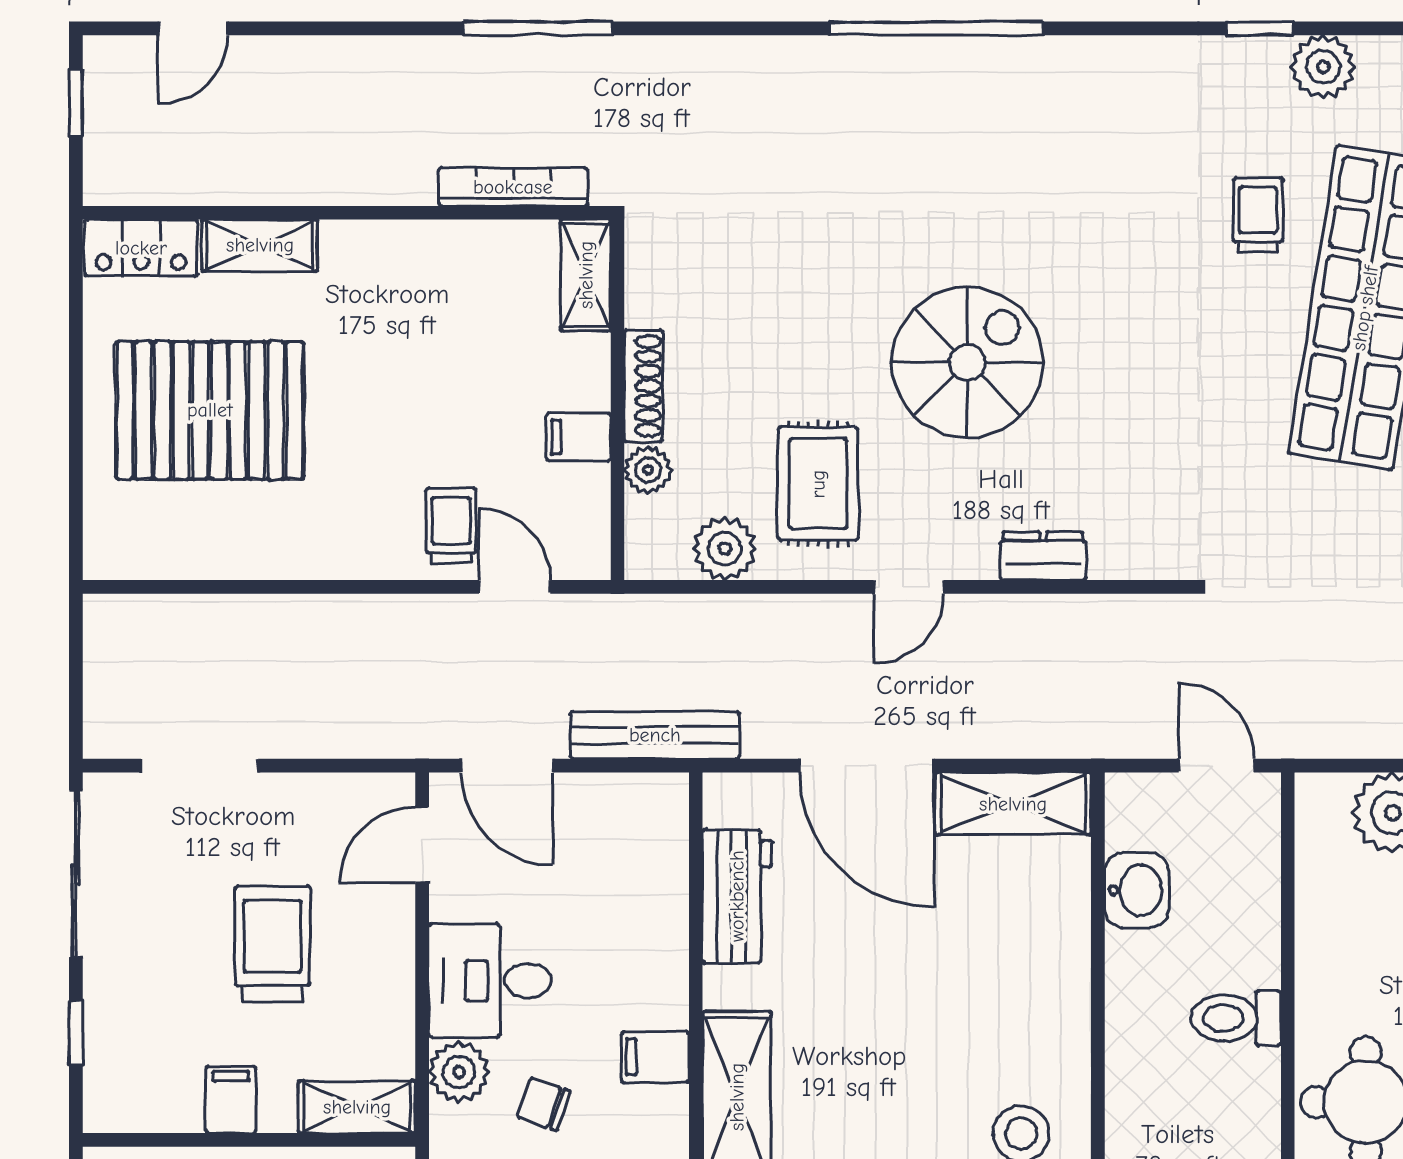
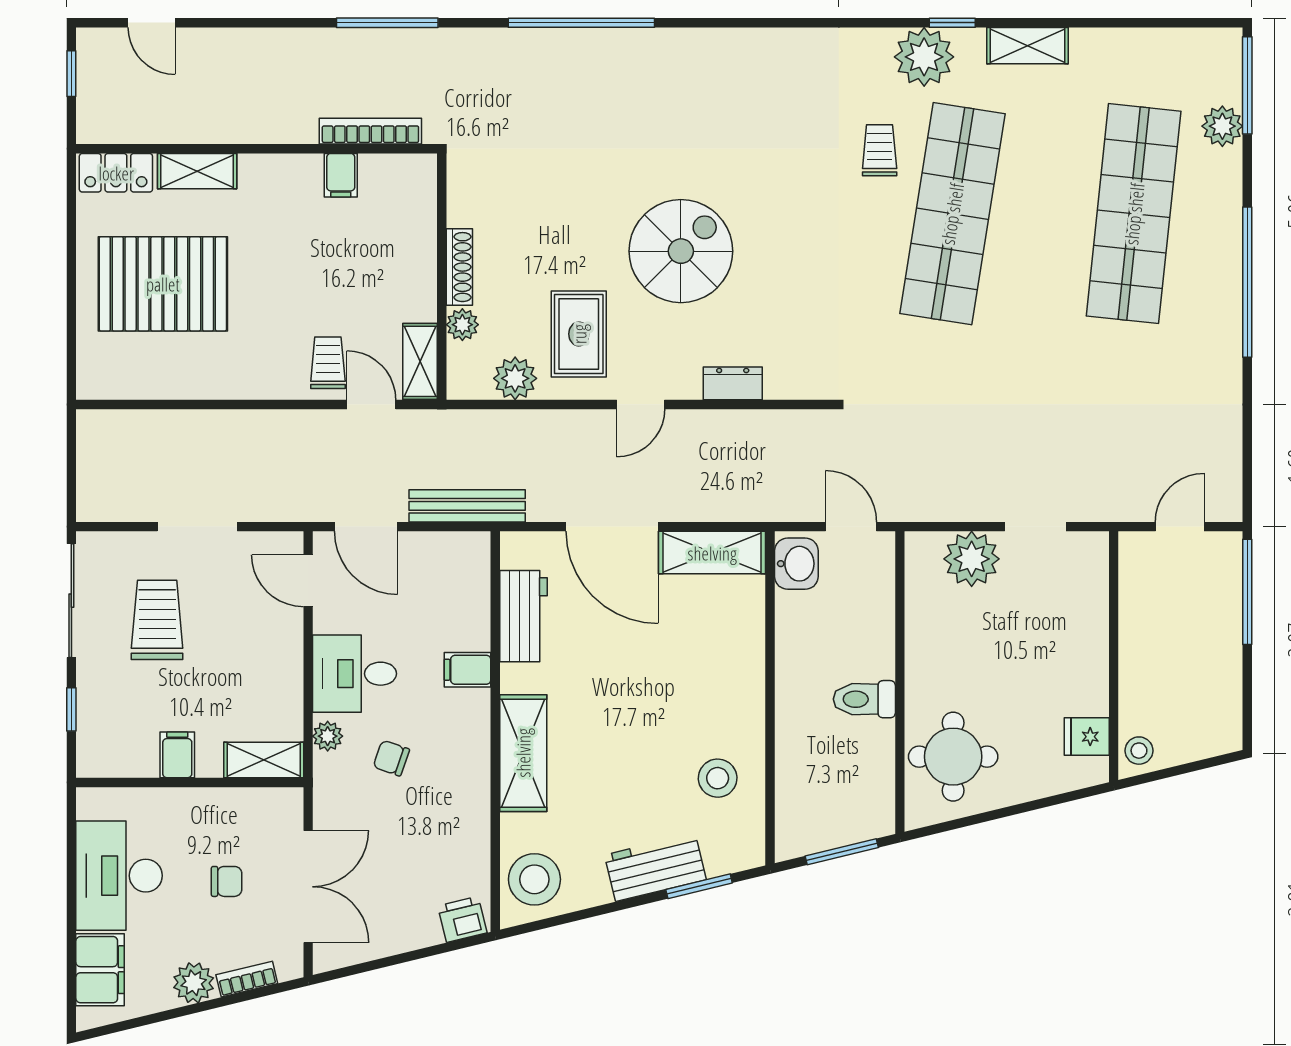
door: (193, 28) -> (152, 23), hinge flipped
window: (936, 28) -> (581, 23), moved
window: (1260, 28) -> (952, 23), moved
plant: (1323, 67) -> (924, 57), width x1.36, depth x1.36
shelving: (586, 275) -> (420, 361), moved
filing cabinet: (579, 437) -> (341, 175), moved, turned -90
doorway: (200, 766) -> (197, 527), moved
door: (422, 845) -> (308, 581), hinge flipped
washbasin: (1136, 890) -> (796, 564), moved
trolley: (273, 944) -> (157, 620), moved
filing cabinet: (655, 1057) -> (467, 670), moved
plant: (459, 1072) -> (328, 736), width x0.73, depth x0.73

